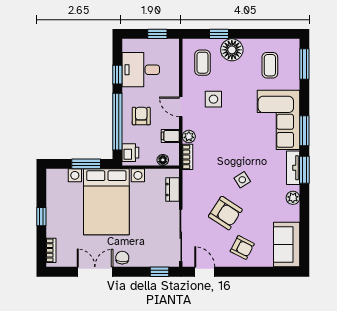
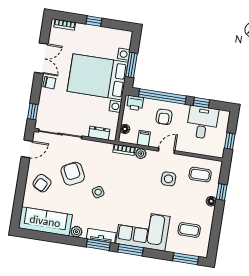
floor lamp: (232, 50) -> (211, 201), width x0.53, depth x0.53
armchair: (141, 116) -> (164, 117), turned 90
armchair: (225, 213) -> (73, 174), turned 120
sofa: (287, 245) -> (45, 221), width x1.36

